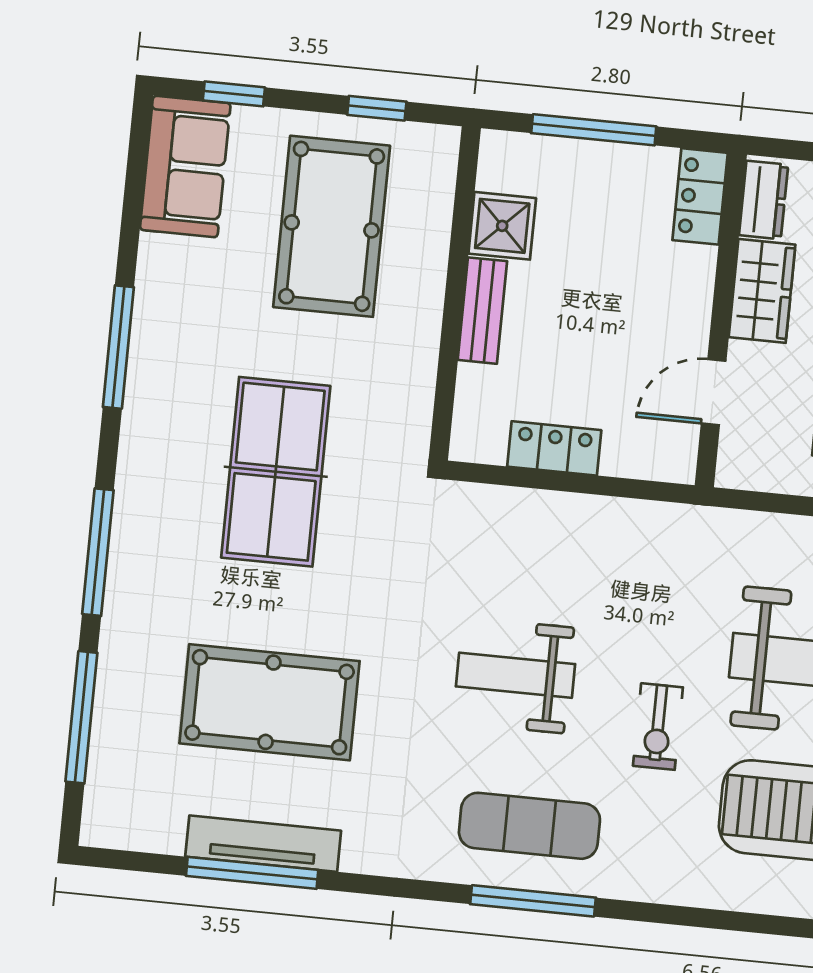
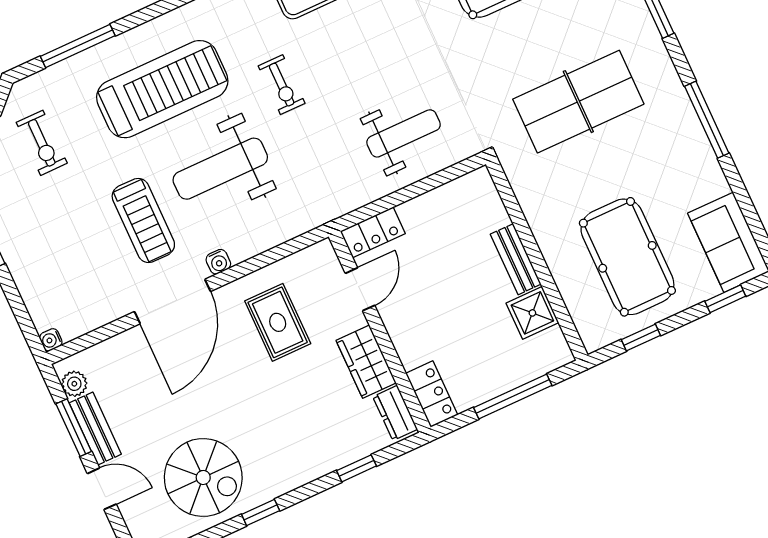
locker: (554, 448) -> (373, 232), moved
table tennis table: (276, 472) -> (578, 102), turned 90
weight bench: (516, 675) -> (404, 133), moved
exercise bike: (658, 727) -> (282, 85), turned 180

